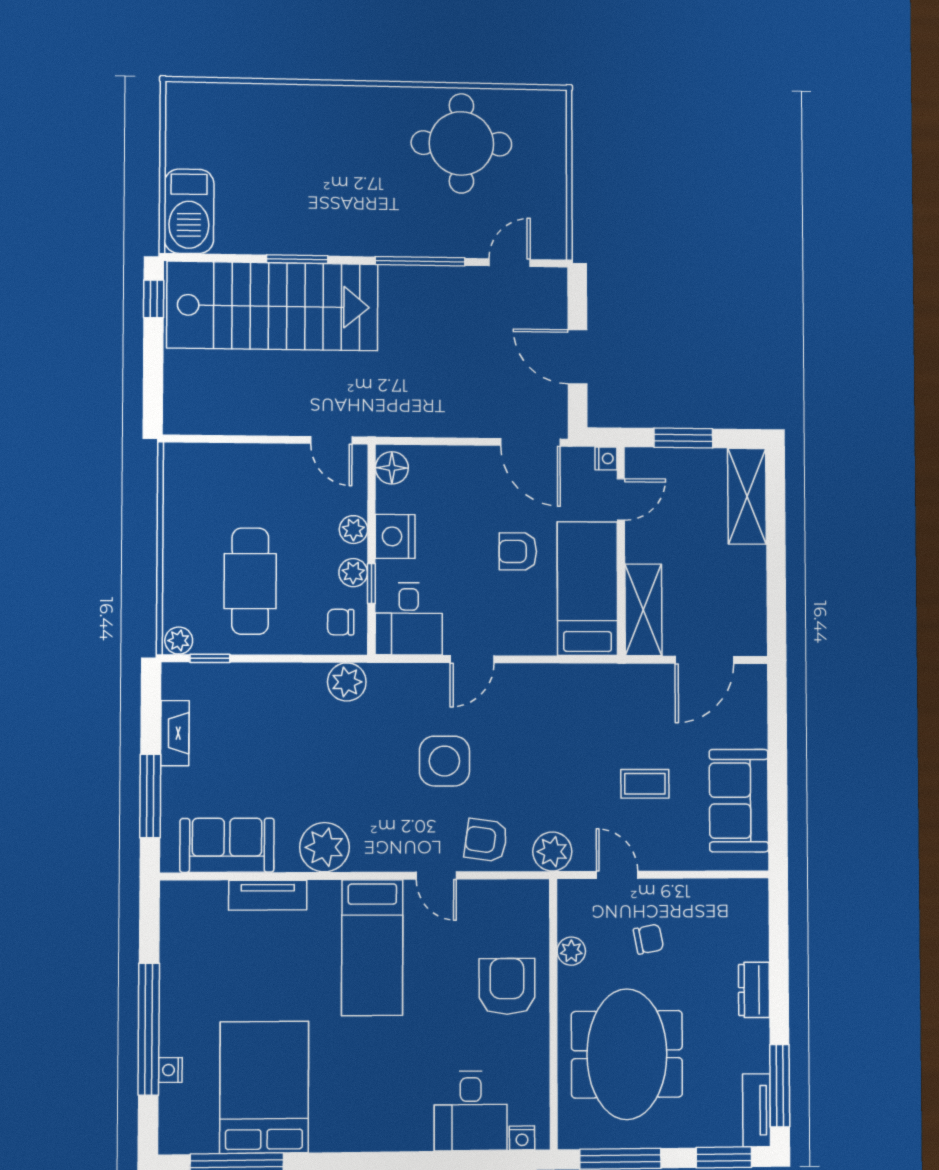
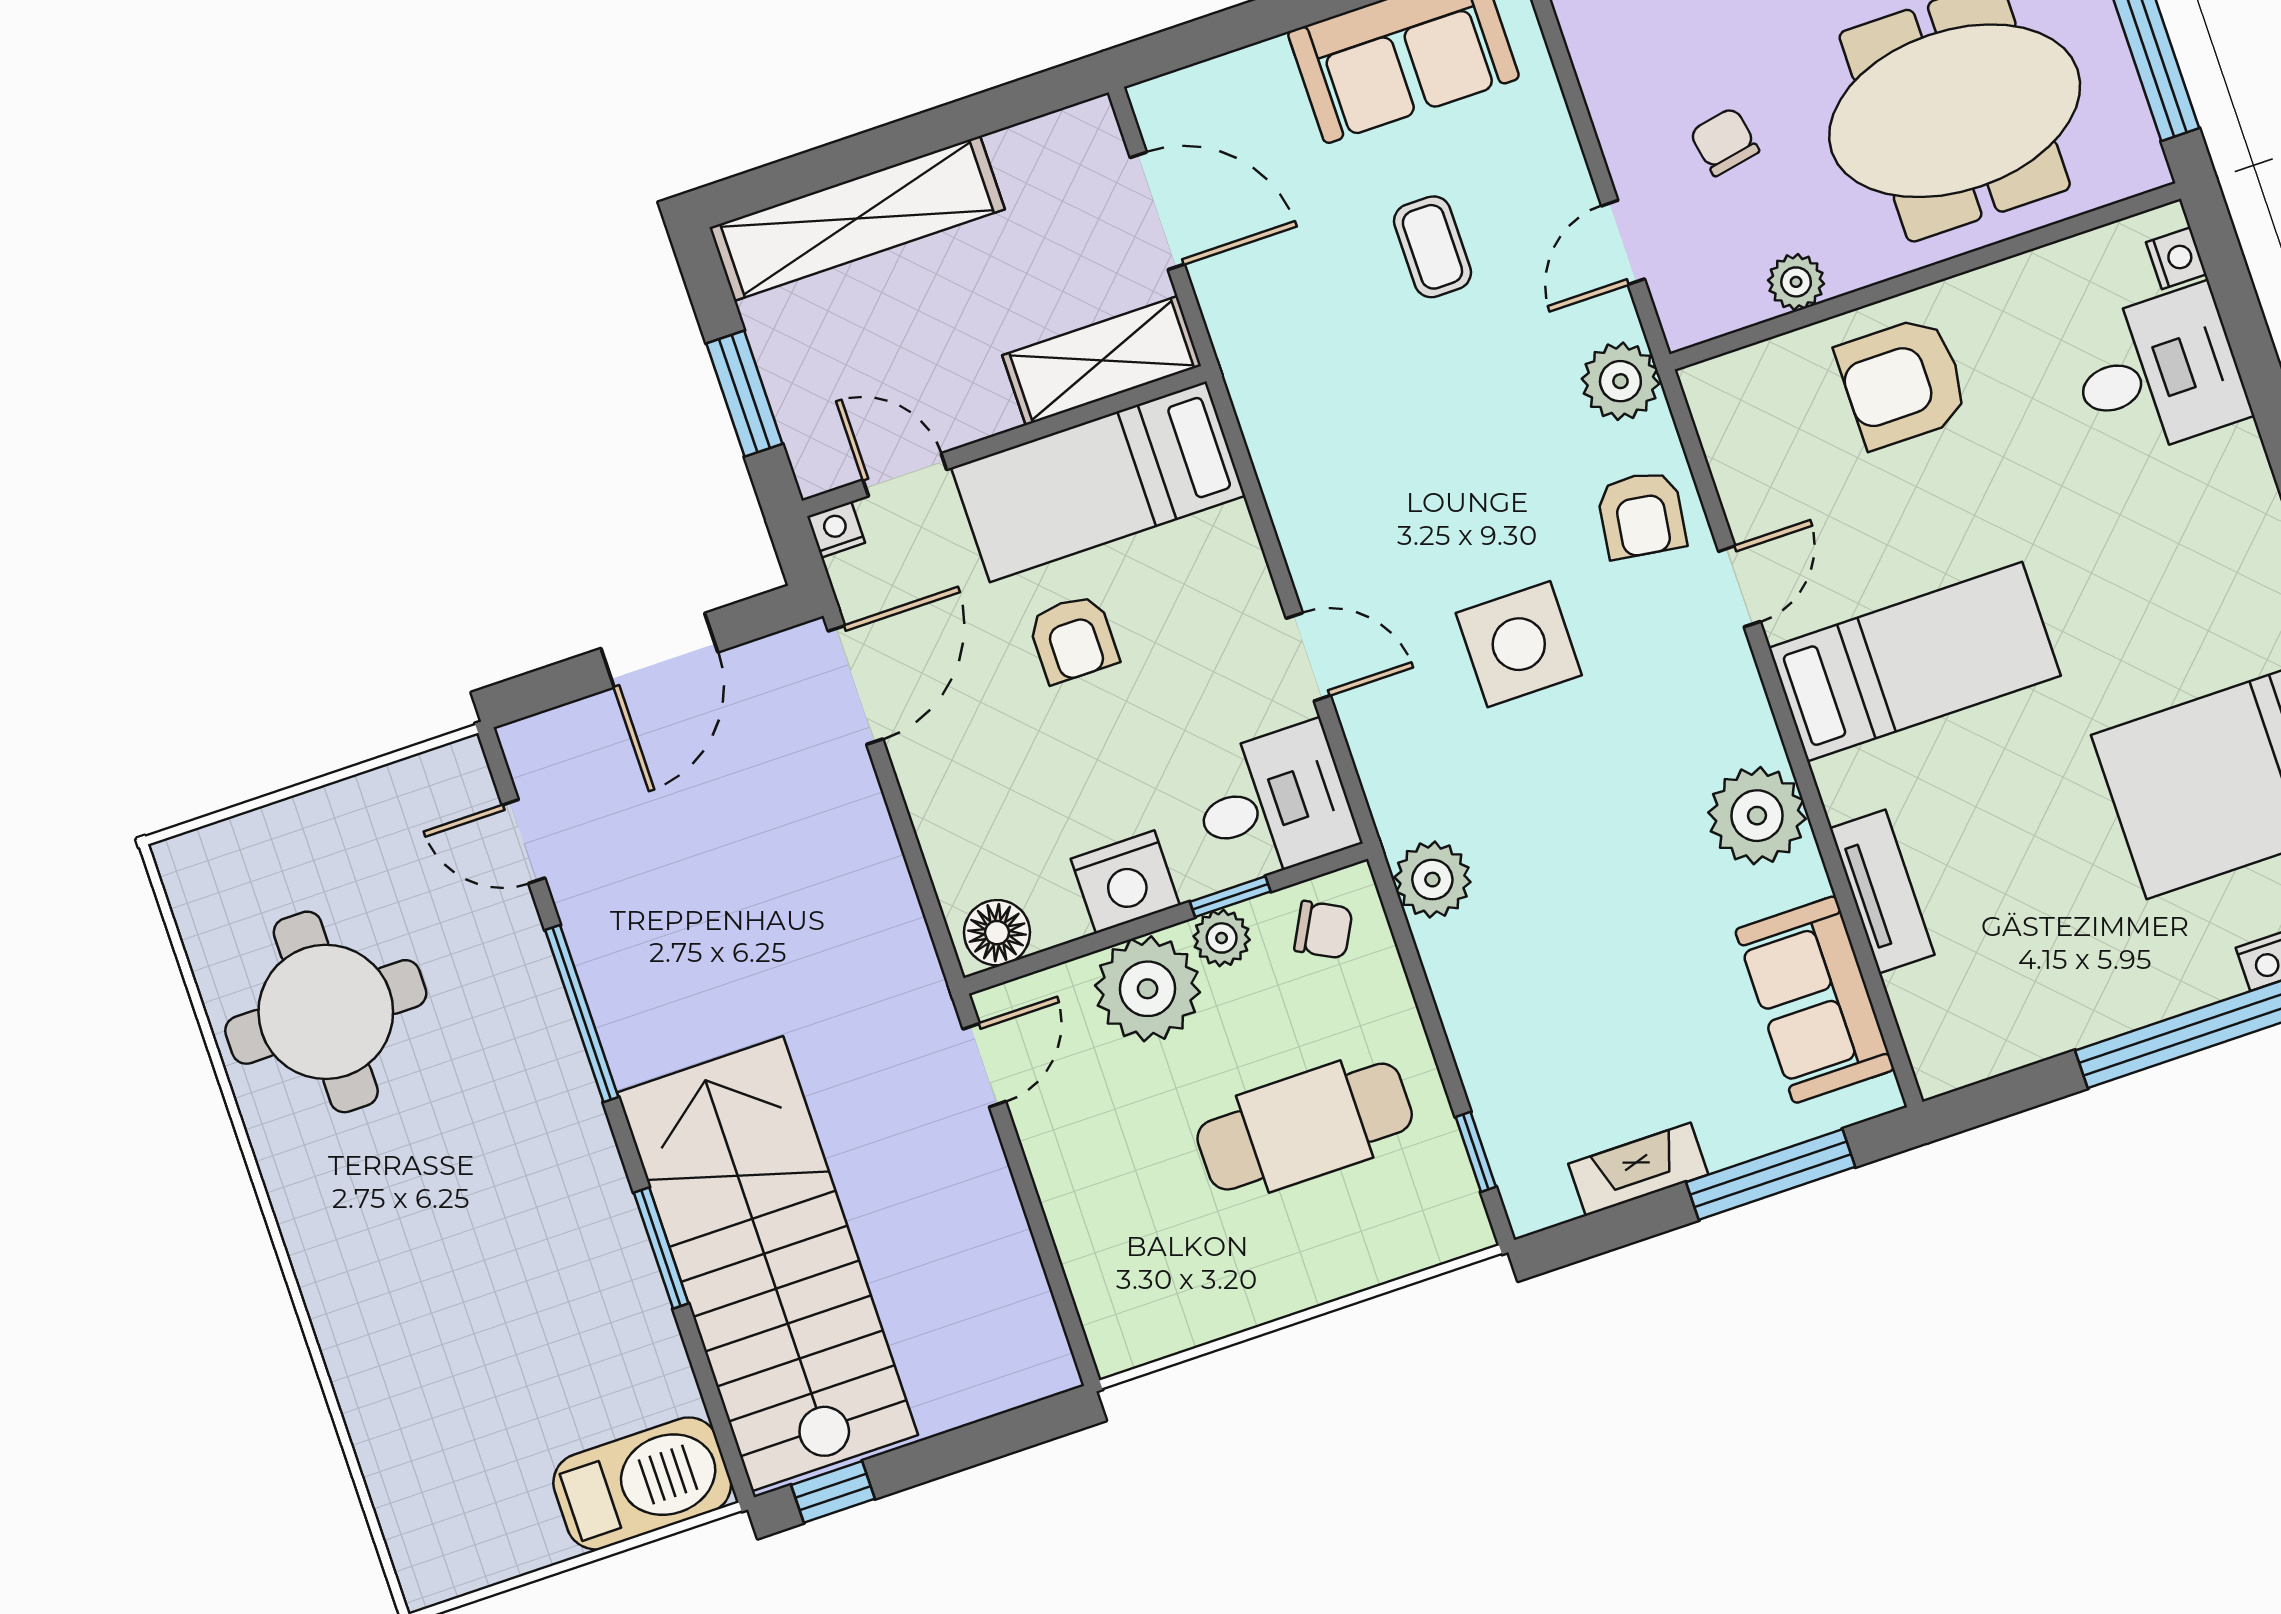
shelving: (747, 496) -> (857, 218), width x1.47
plant: (353, 530) -> (1148, 989), width x1.88, depth x1.88
chair: (341, 622) -> (1323, 930), turned -62
plant: (179, 641) -> (1462, 1222), removed

